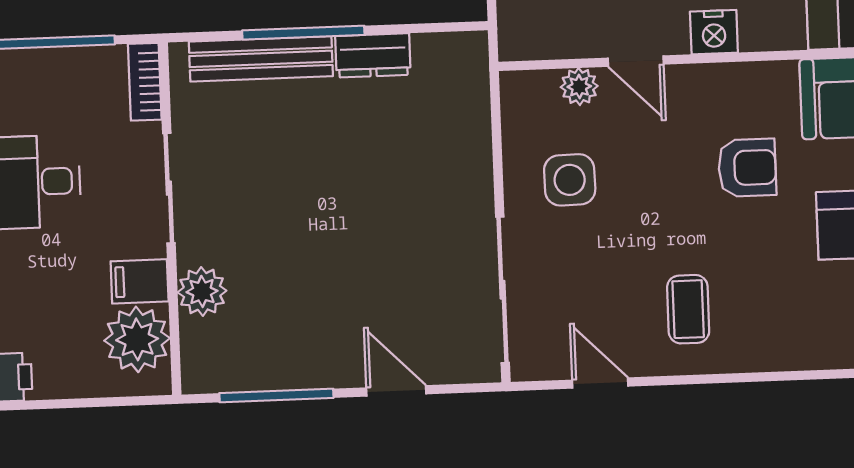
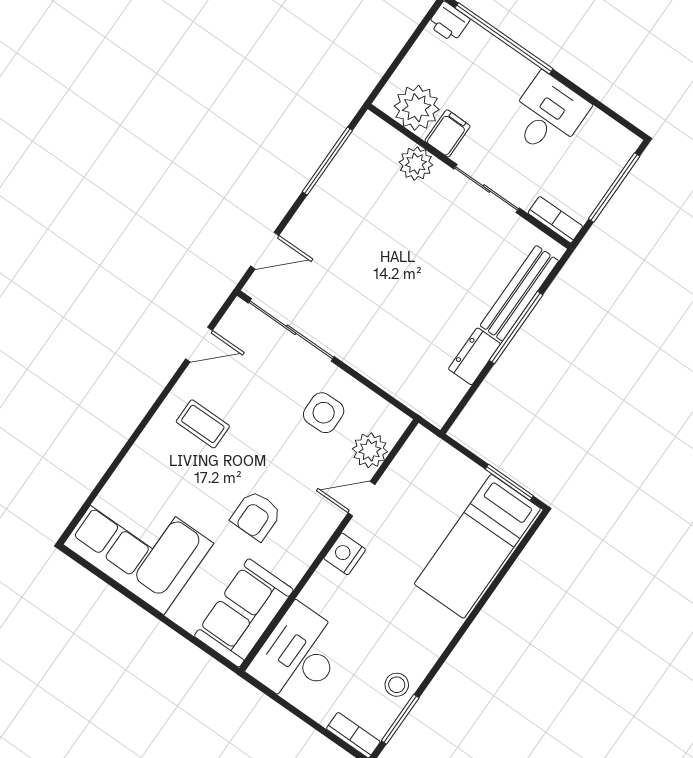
plant: (579, 87) -> (370, 450), width x1.38, depth x1.38
door: (396, 391) -> (265, 251), moved

